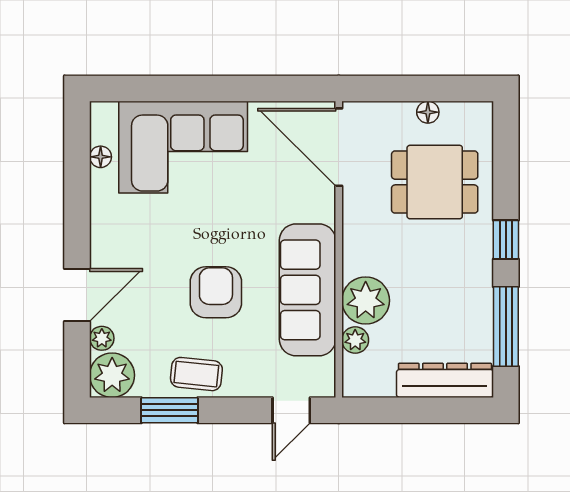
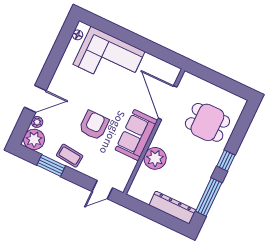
floor lamp: (428, 112) -> (218, 92), removed
door: (339, 147) -> (168, 103), moved
floor lamp: (101, 157) -> (78, 35), moved
sofa: (308, 290) -> (136, 135), width x0.73
plant: (355, 340) -> (143, 173), removed

